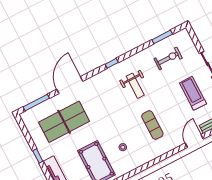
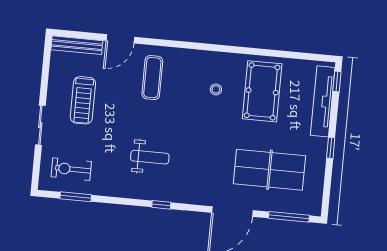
exercise bike: (168, 58) -> (71, 169), moved
weight bench: (135, 86) -> (150, 157), turned 90
exercise mat: (152, 125) -> (152, 78), moved

